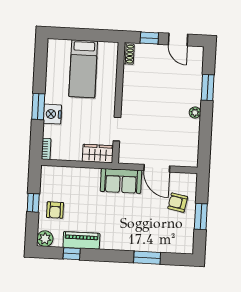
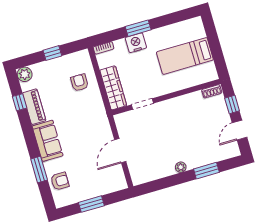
wardrobe: (98, 154) -> (113, 88), width x1.50
sofa: (121, 181) -> (48, 141), moved, turned 180
armchair: (178, 203) -> (60, 181), moved, turned 79
armchair: (55, 210) -> (79, 83), moved, turned 90

